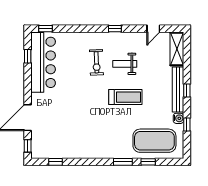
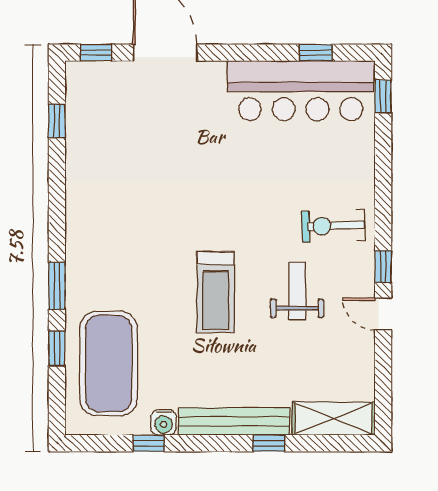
door: (153, 29) -> (383, 314), moved
exercise bike: (96, 62) -> (333, 226), moved
window: (187, 90) -> (269, 443), moved

